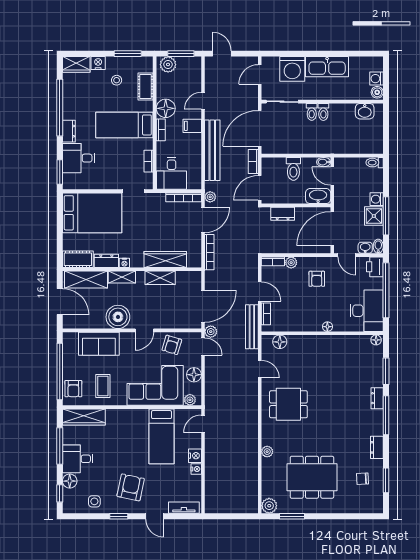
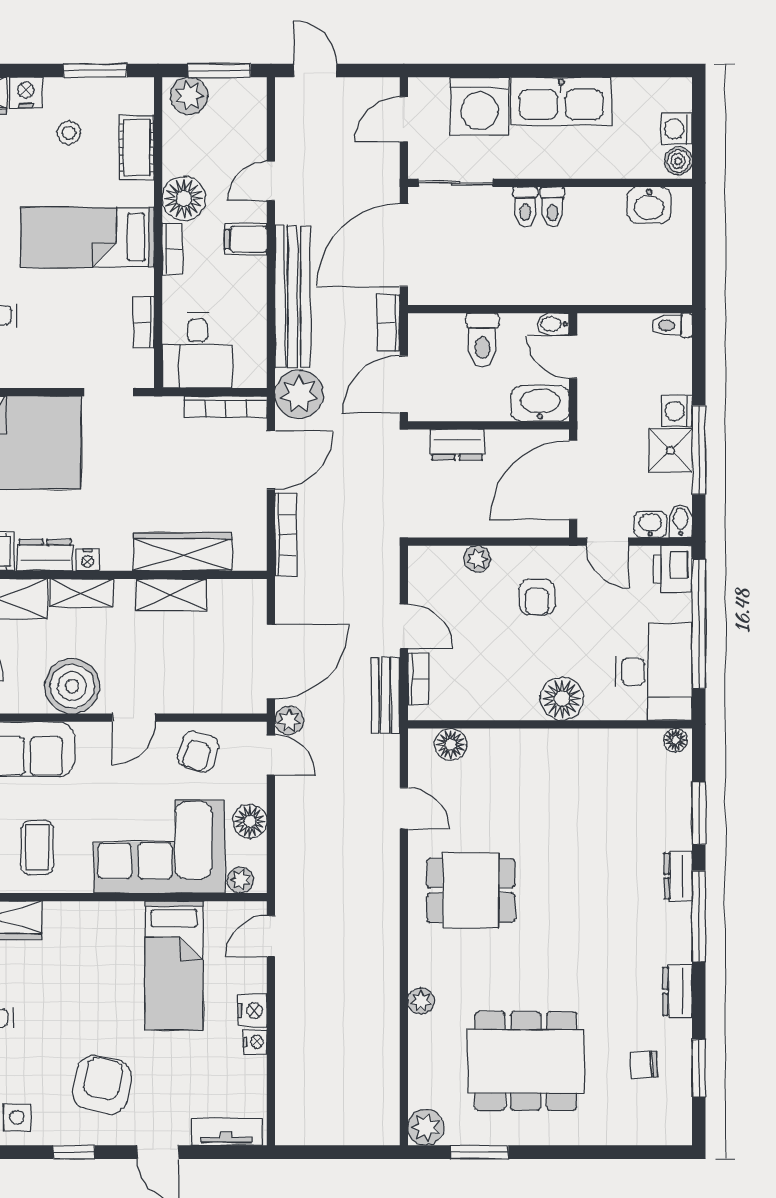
plant: (210, 197) -> (299, 394), width x1.87, depth x1.87
bookcase: (273, 261) -> (434, 556), removed
bench: (252, 327) -> (385, 695), width x0.73
floor lamp: (327, 327) -> (562, 699), width x1.89, depth x1.89

